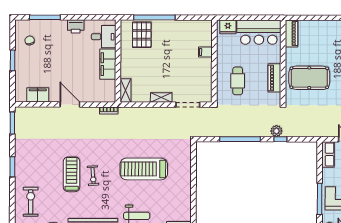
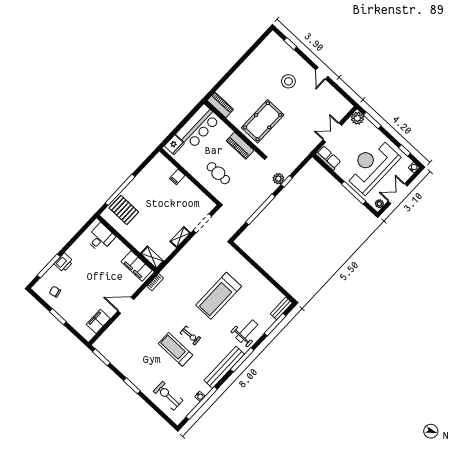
printer: (76, 26) -> (64, 263), moved
filing cabinet: (108, 64) -> (137, 266), moved

